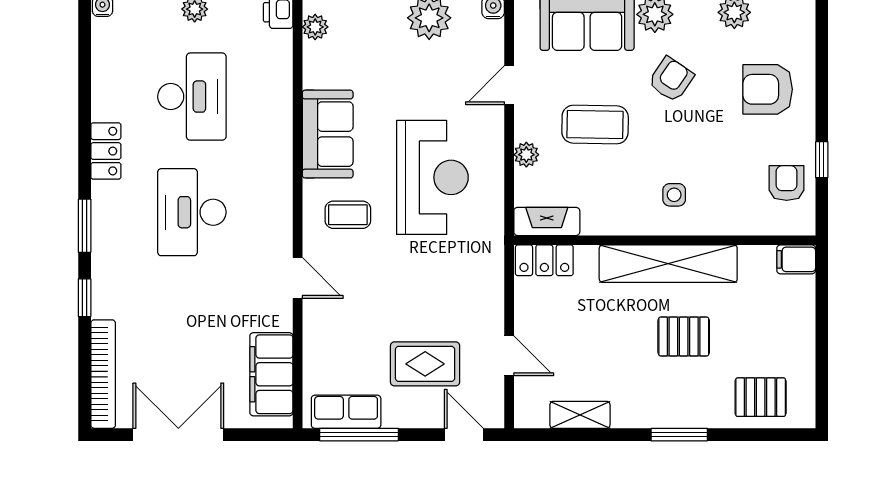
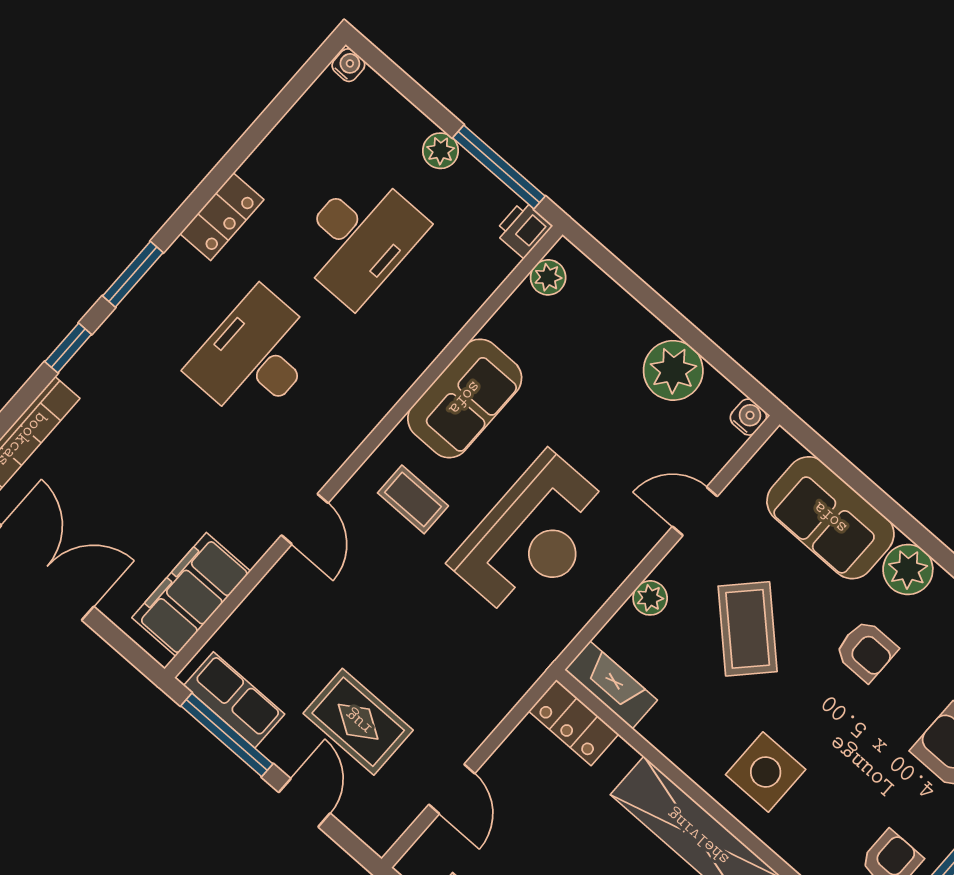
armchair: (671, 79) -> (866, 651), turned 56
coffee table: (595, 125) -> (748, 629), turned 43
side table: (674, 195) -> (766, 772), width x1.87, depth x1.87
door: (464, 435) -> (304, 803), moved

